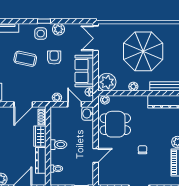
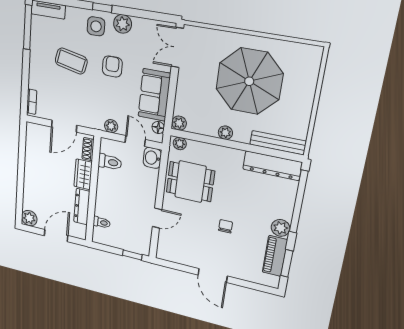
plant: (107, 82) -> (179, 123), width x0.53, depth x0.53
toilet: (58, 145) -> (110, 162), moved

